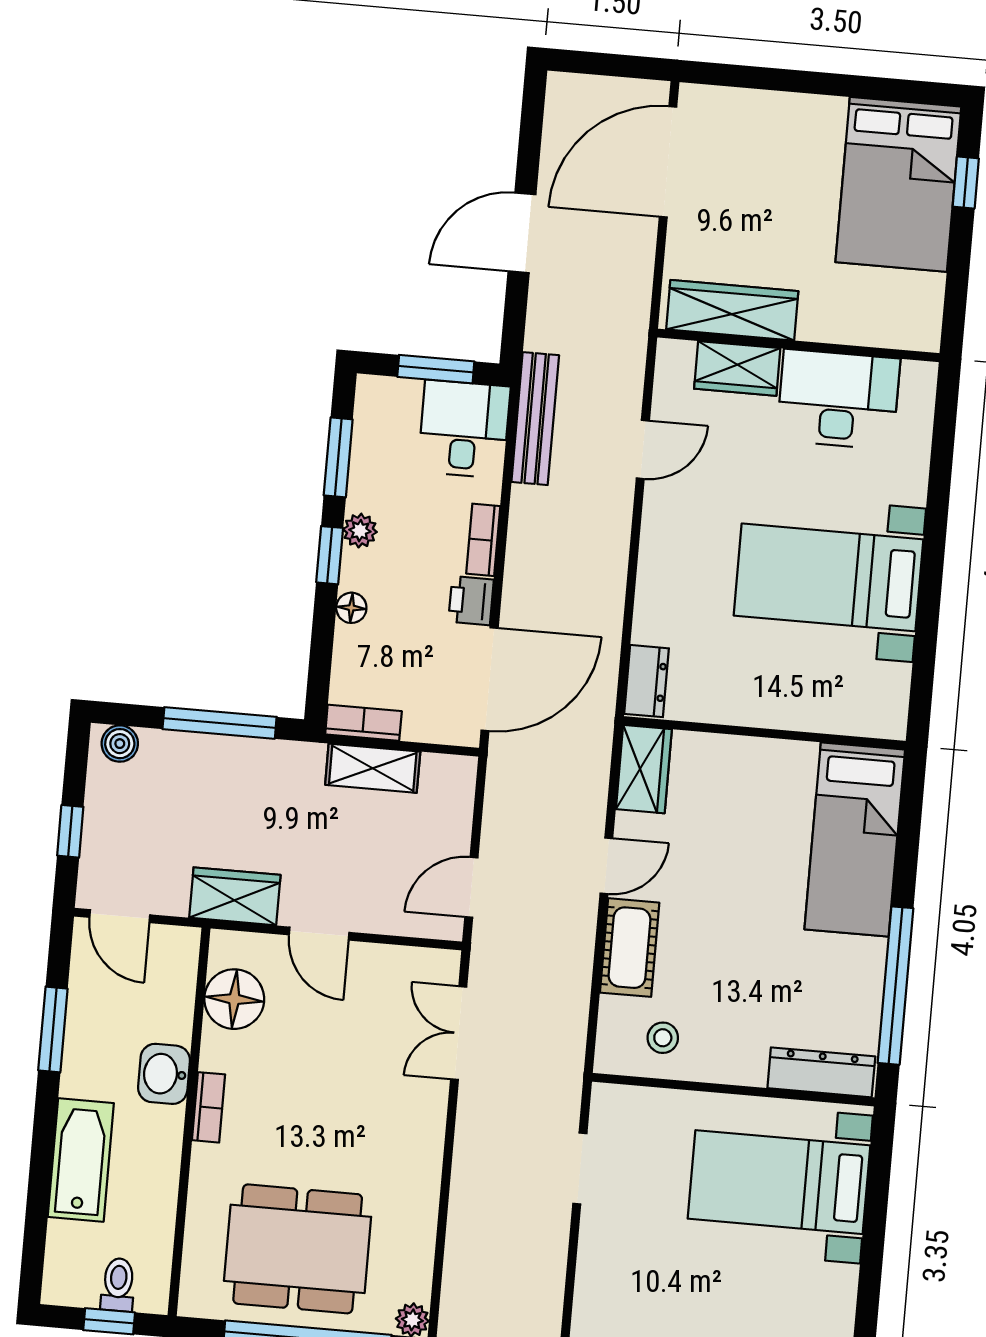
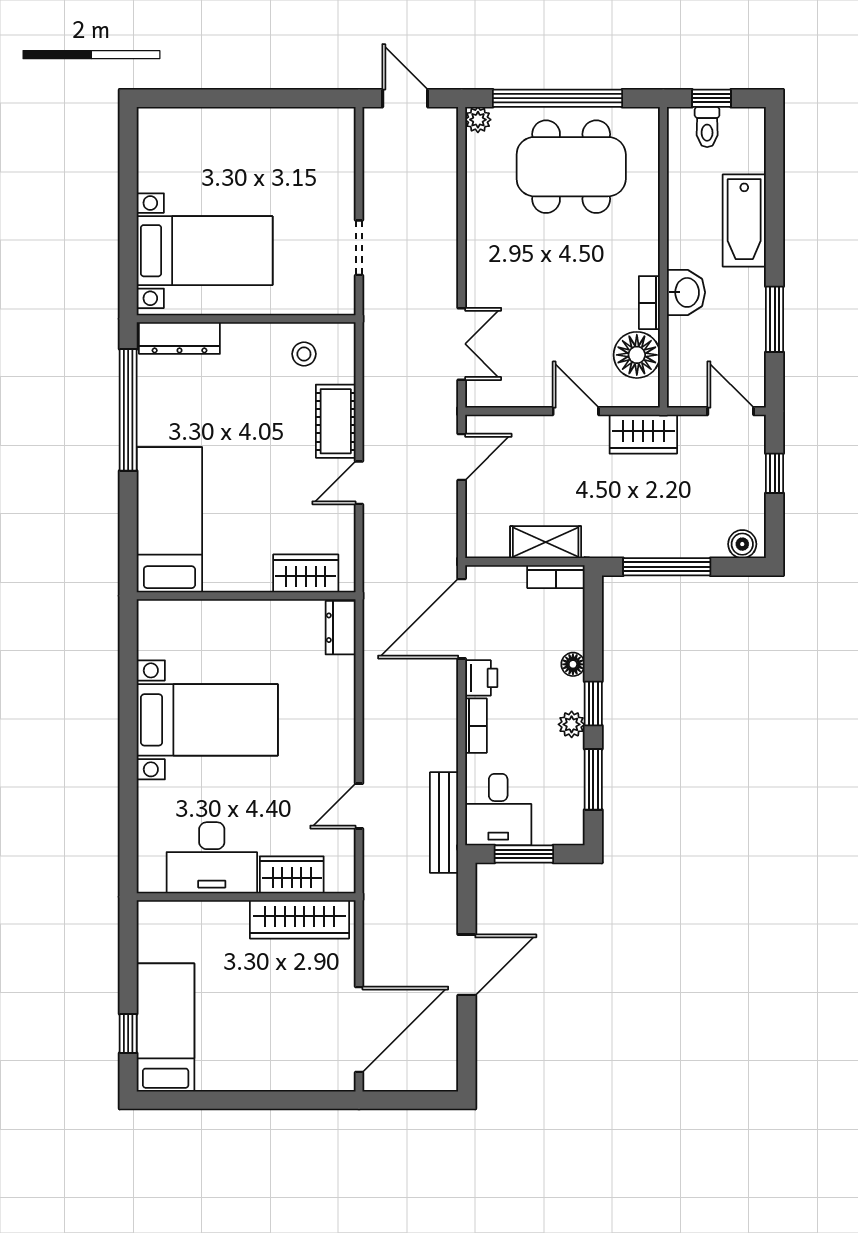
bed: (898, 184) -> (166, 1028), width x0.67
wardrobe: (644, 769) -> (306, 573), moved, turned 90
bookcase: (209, 1107) -> (649, 303), moved

